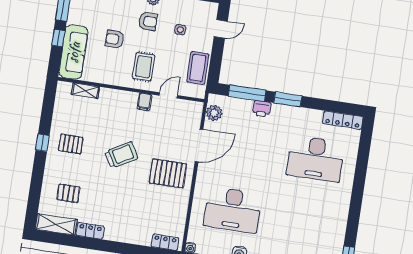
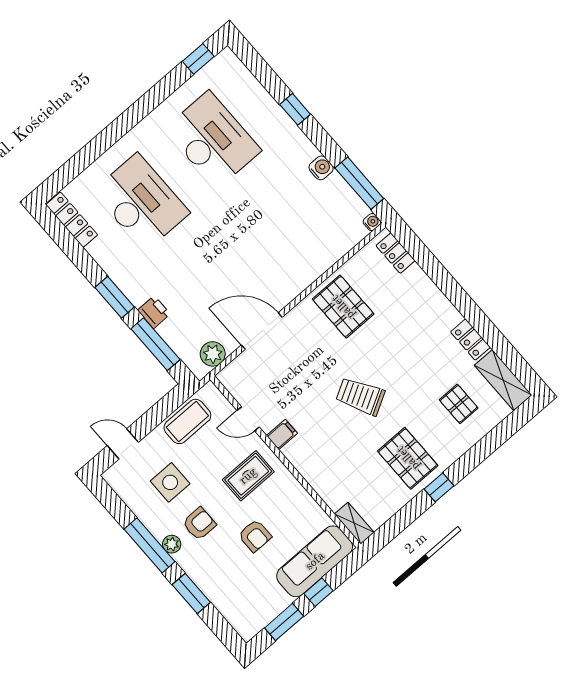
armchair: (148, 21) -> (199, 524), turned 90
side table: (180, 30) -> (170, 482), width x1.87, depth x1.87
shelving: (85, 91) -> (354, 523), moved
pallet: (71, 144) -> (408, 458), width x1.50, depth x1.42
pallet: (168, 173) -> (343, 307), moved
desk: (233, 210) -> (213, 140), moved

